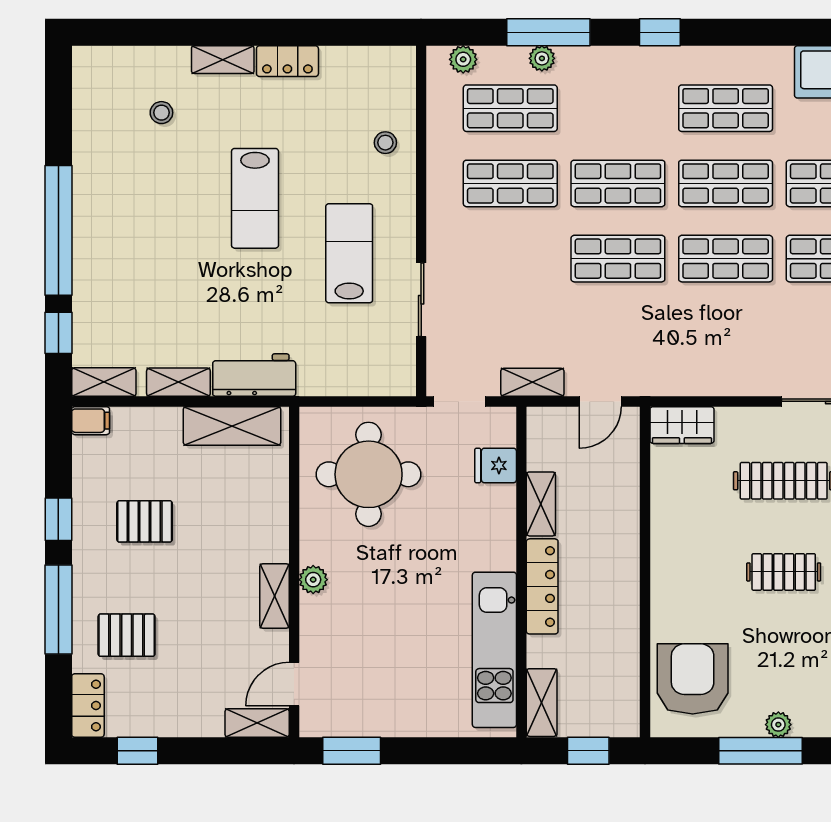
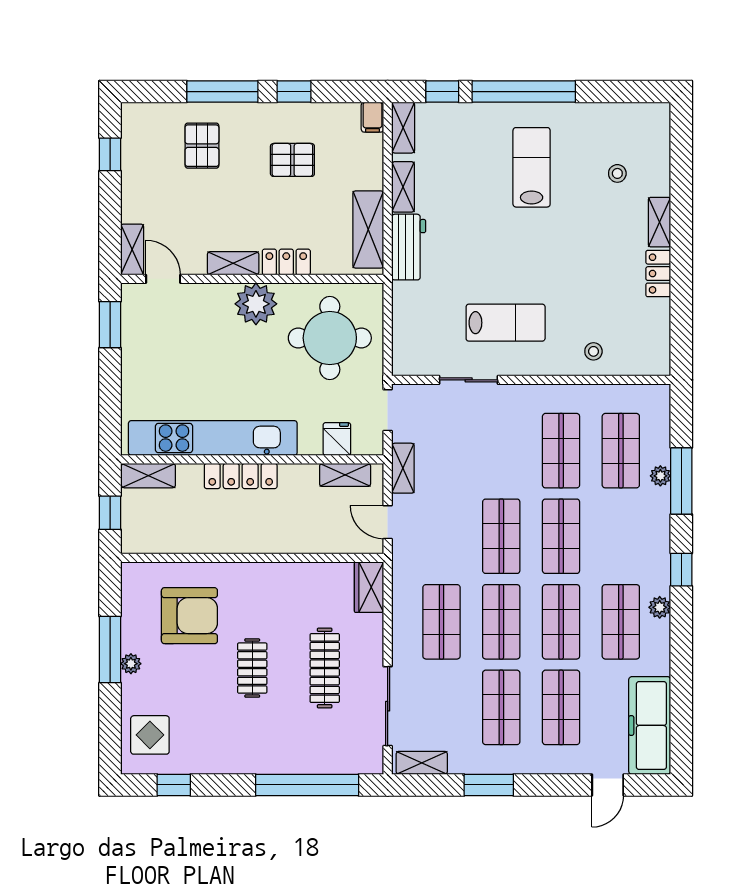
plant: (463, 59) -> (660, 607), moved
lab bench: (255, 198) -> (532, 167), moved, turned 90
shop shelf: (726, 334) -> (442, 622), added
shelving: (541, 504) -> (345, 475), moved
pallet: (145, 521) -> (292, 160), turned 90
plant: (313, 580) -> (256, 304), width x1.87, depth x1.87
kitchen unit: (494, 650) -> (213, 438), width x1.36
armchair: (693, 679) -> (189, 616), moved
locker: (88, 706) -> (286, 262), moved, turned 180

